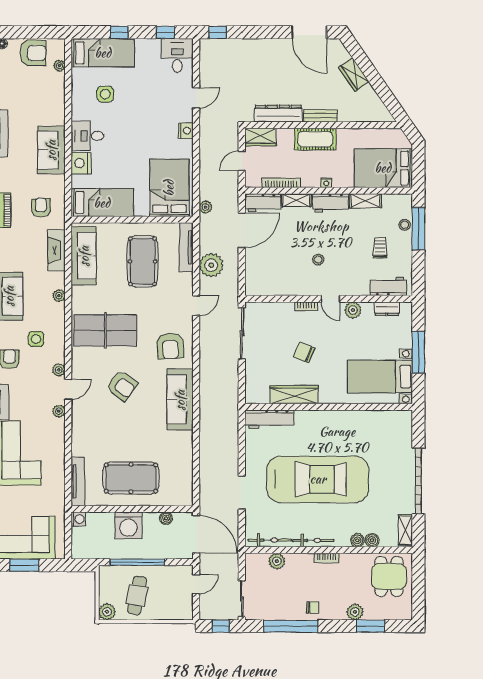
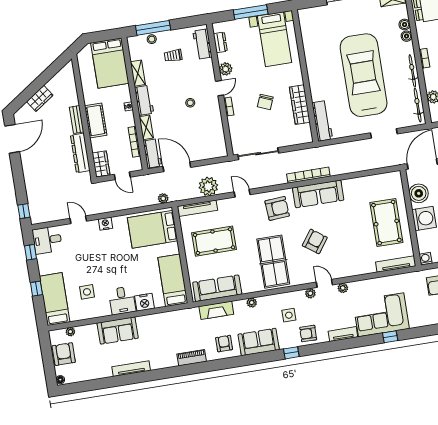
sofa: (51, 150) -> (118, 330), moved
armchair: (41, 208) -> (224, 344), moved, turned 90
bookcase: (205, 391) -> (308, 175), added
boiler: (166, 518) -> (419, 193), width x1.86, depth x1.86

